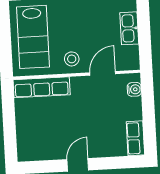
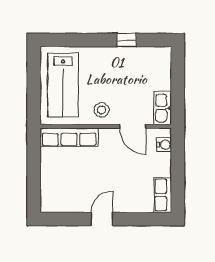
kitchen sink: (129, 28) -> (162, 108), moved
door: (103, 73) -> (133, 126), swing flipped

